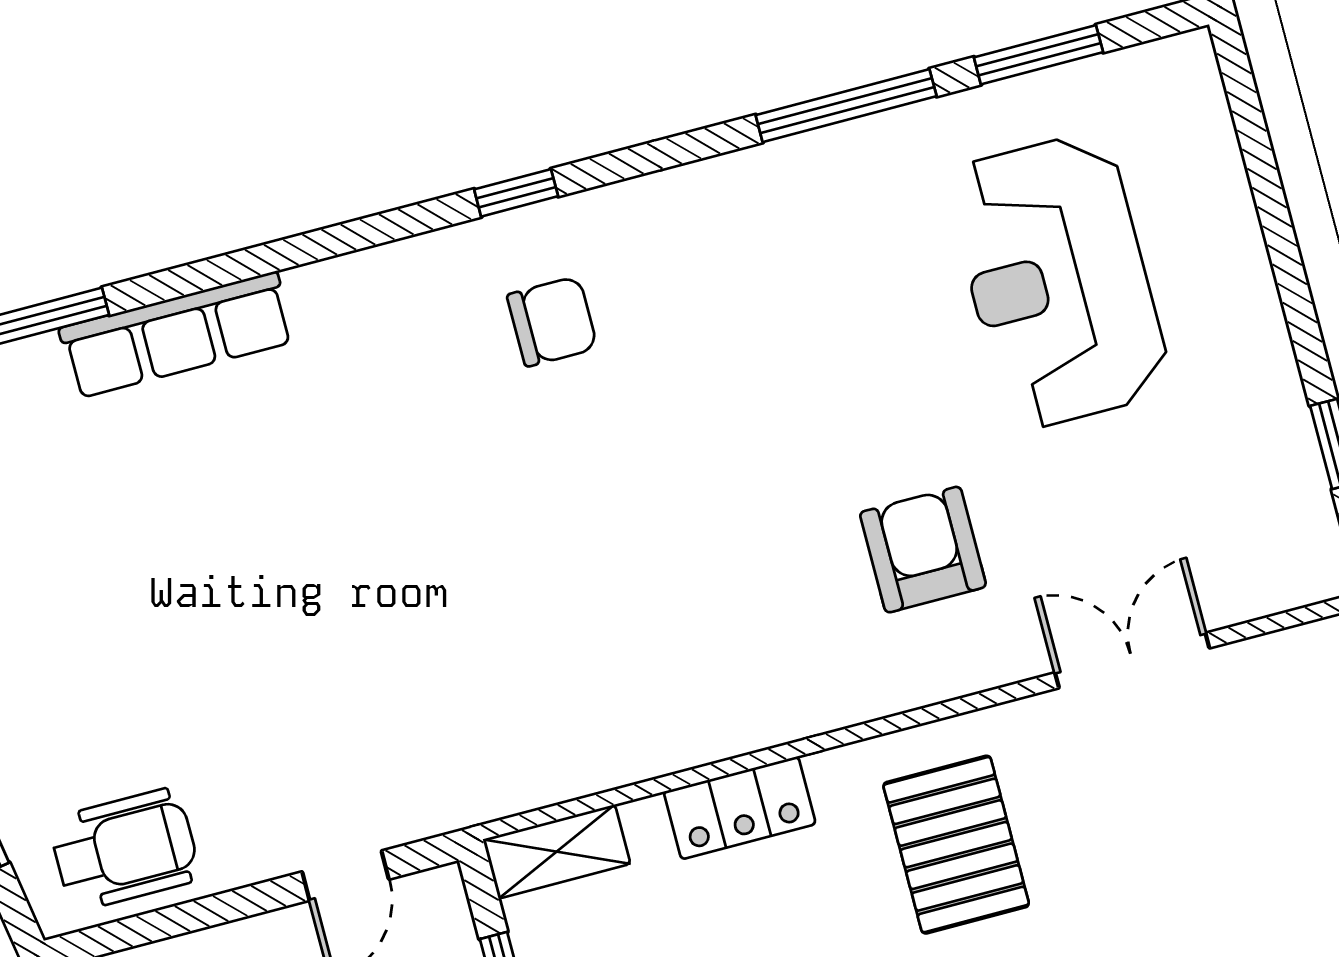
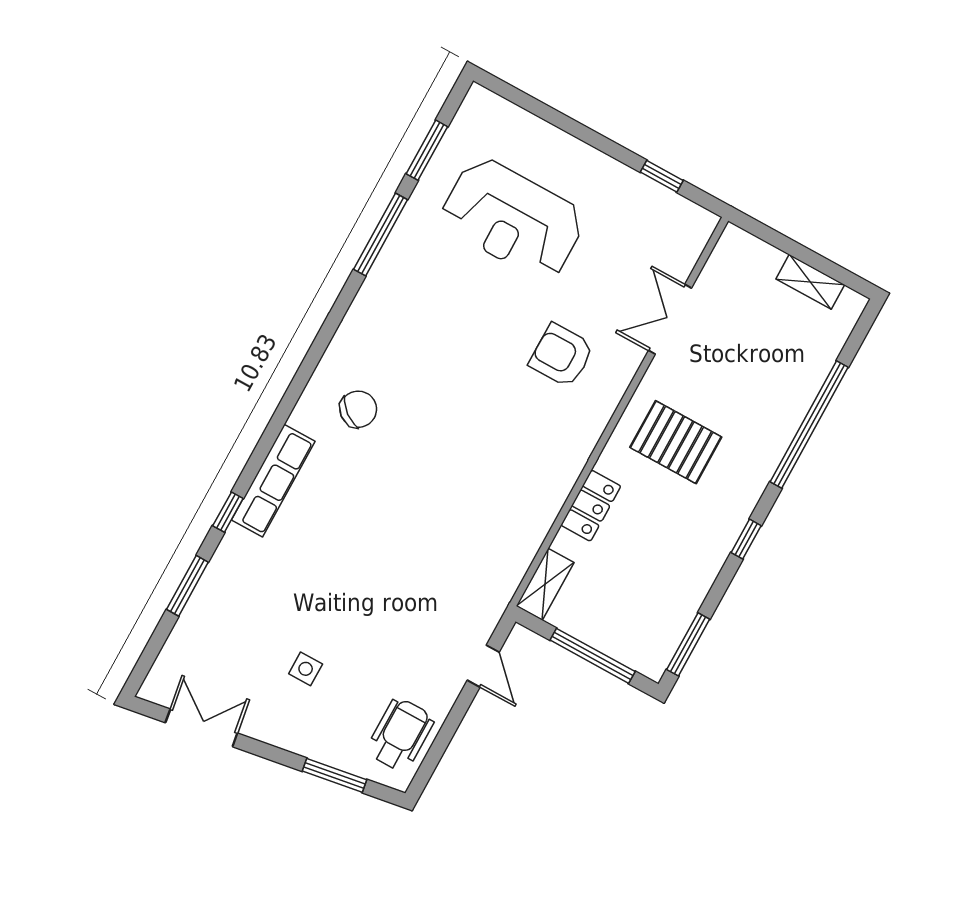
window: (516, 193) -> (228, 512), moved
chair: (552, 321) -> (358, 409), turned 38
row of seats: (177, 335) -> (273, 481), moved
side table: (88, 613) -> (306, 669), added

